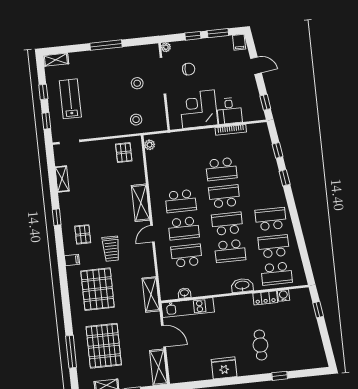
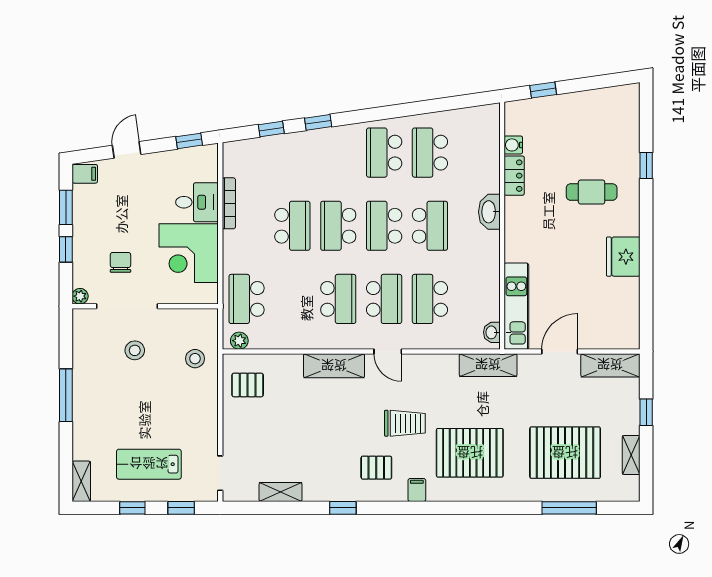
school desk: (277, 274) -> (247, 299), moved, turned 180
washbasin: (184, 293) -> (492, 332), moved

